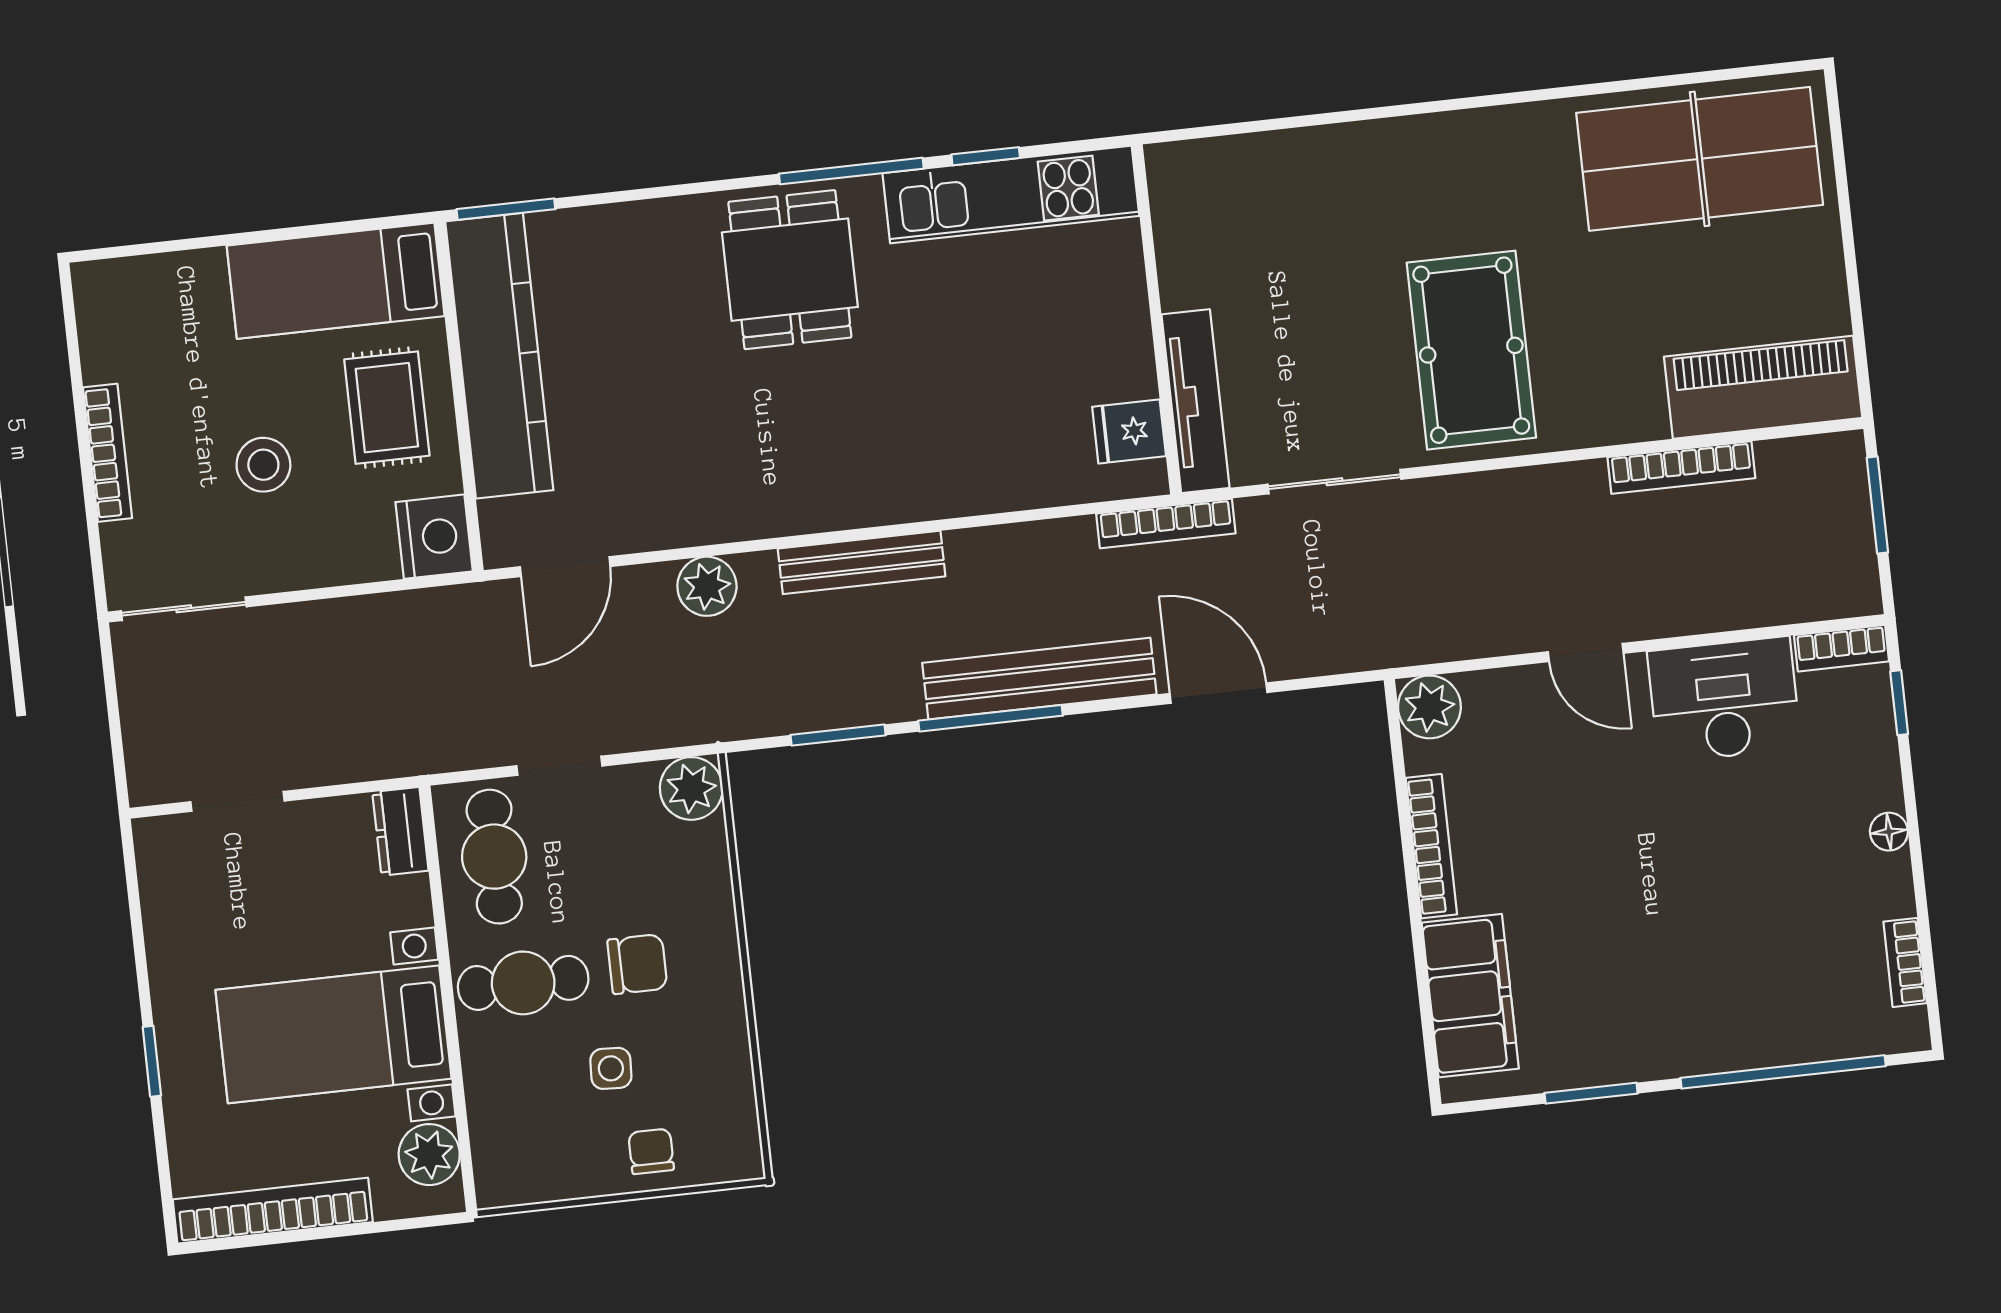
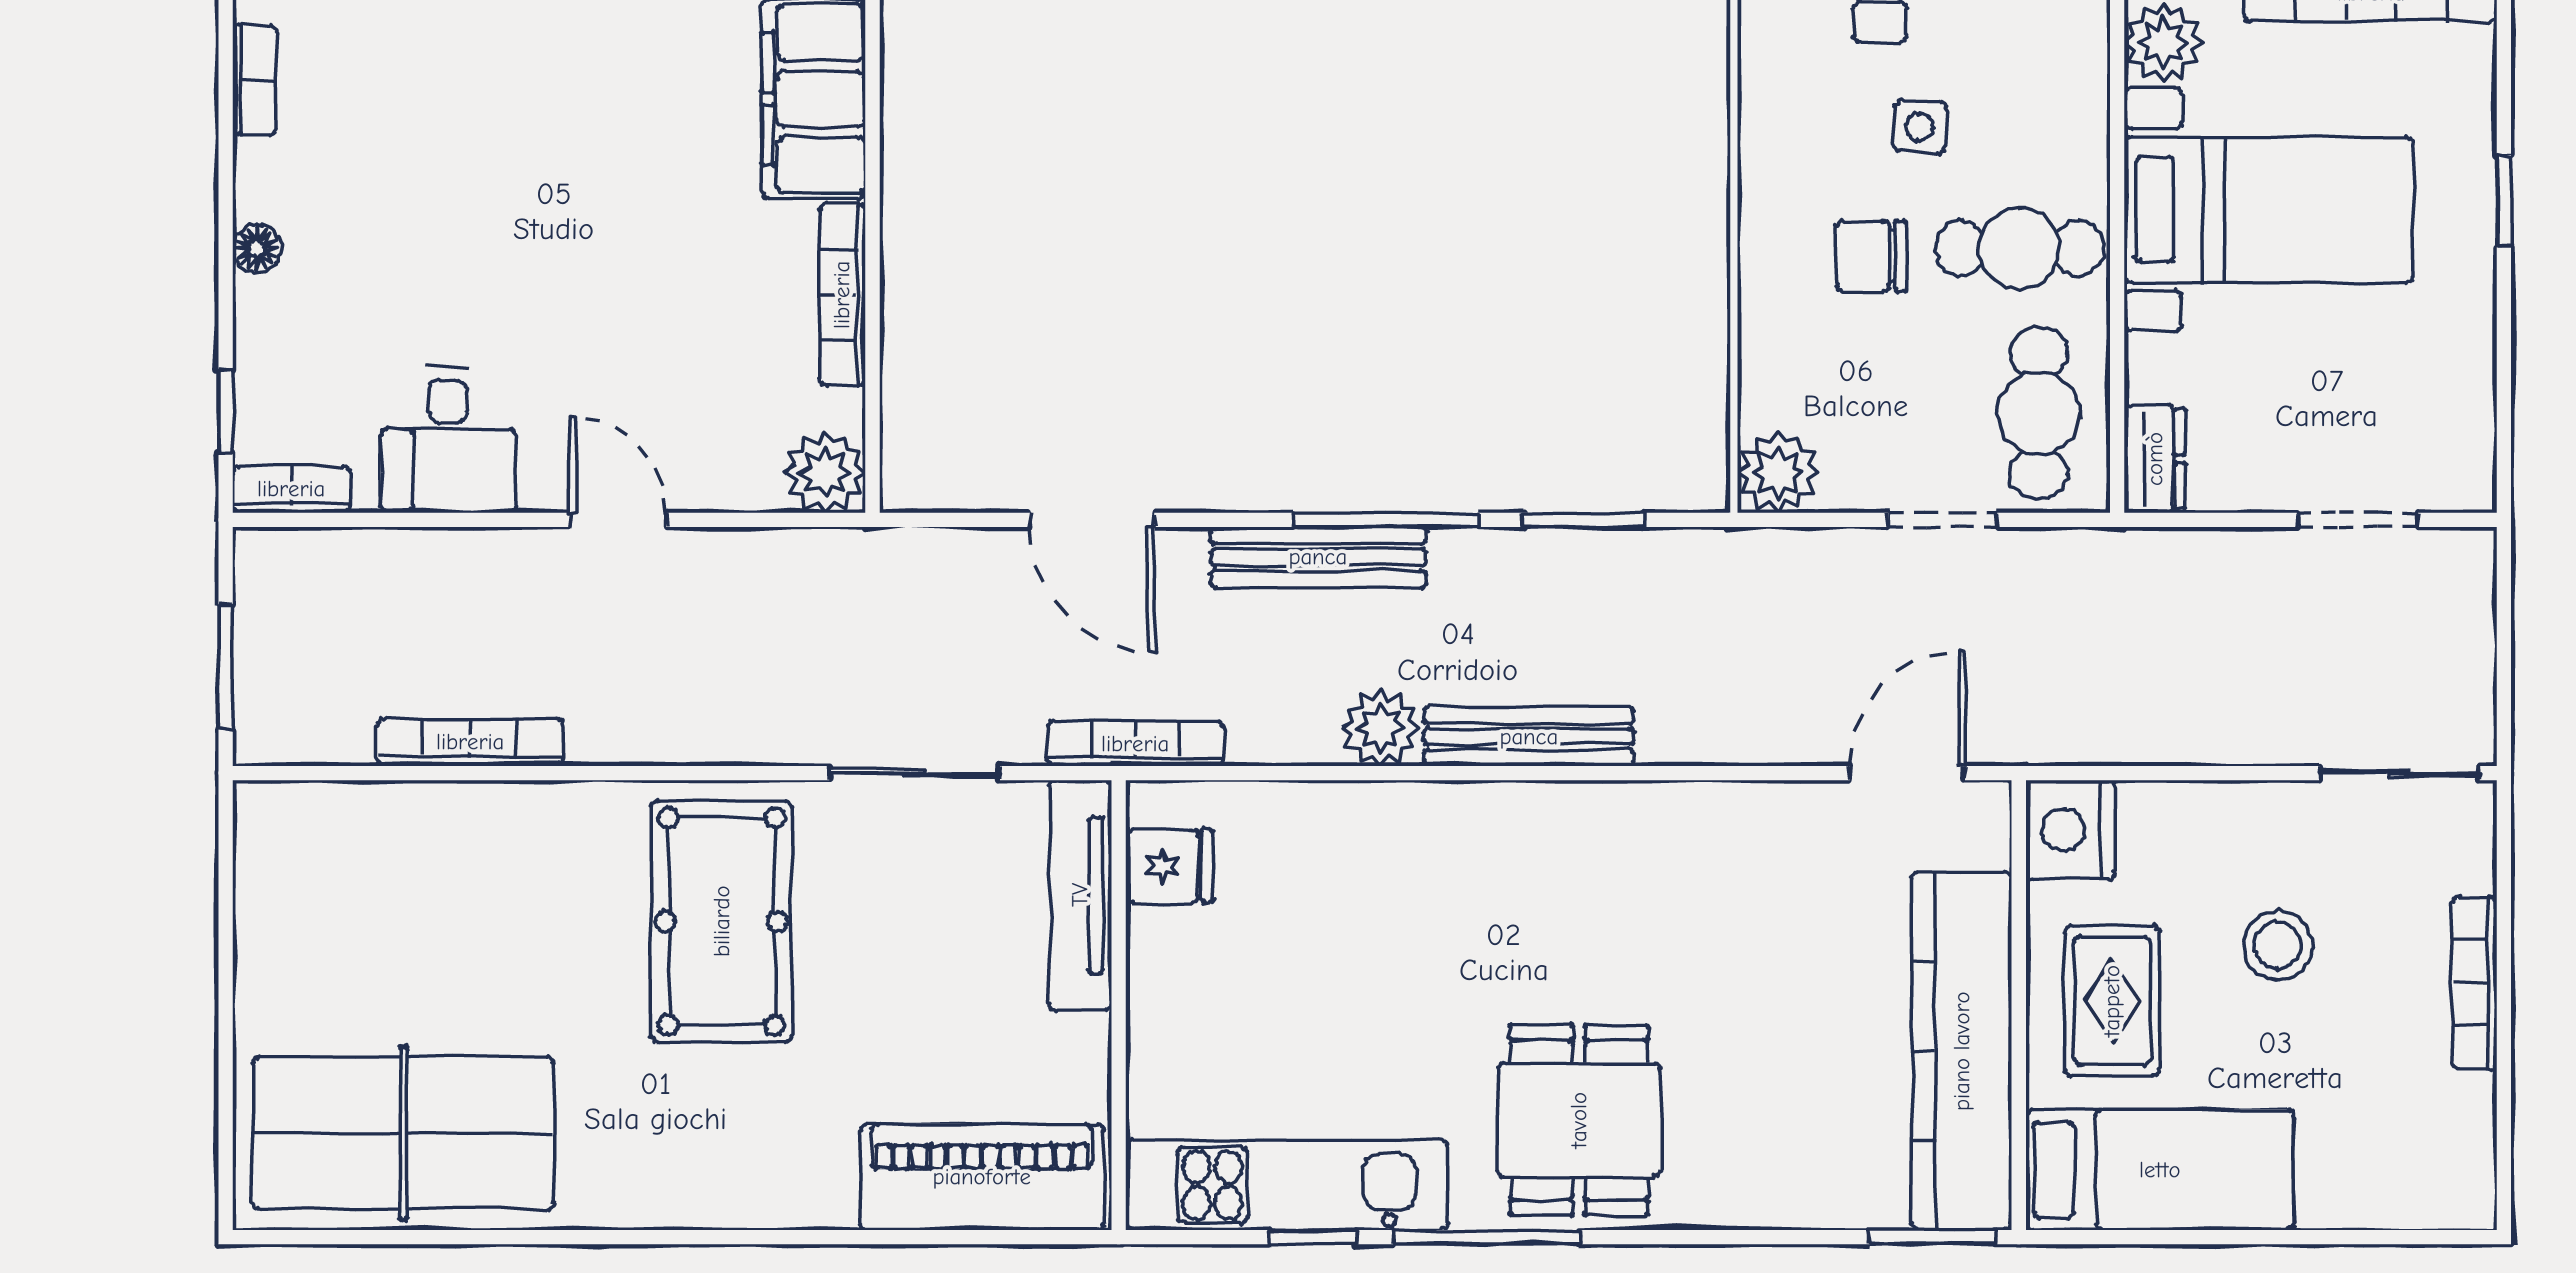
piano: (1763, 387) -> (982, 1177), moved, turned 180
plant: (707, 586) -> (1380, 728), moved
bench: (1039, 679) -> (1318, 557), width x0.73, depth x0.82
desk: (1724, 700) -> (448, 440), width x0.73

